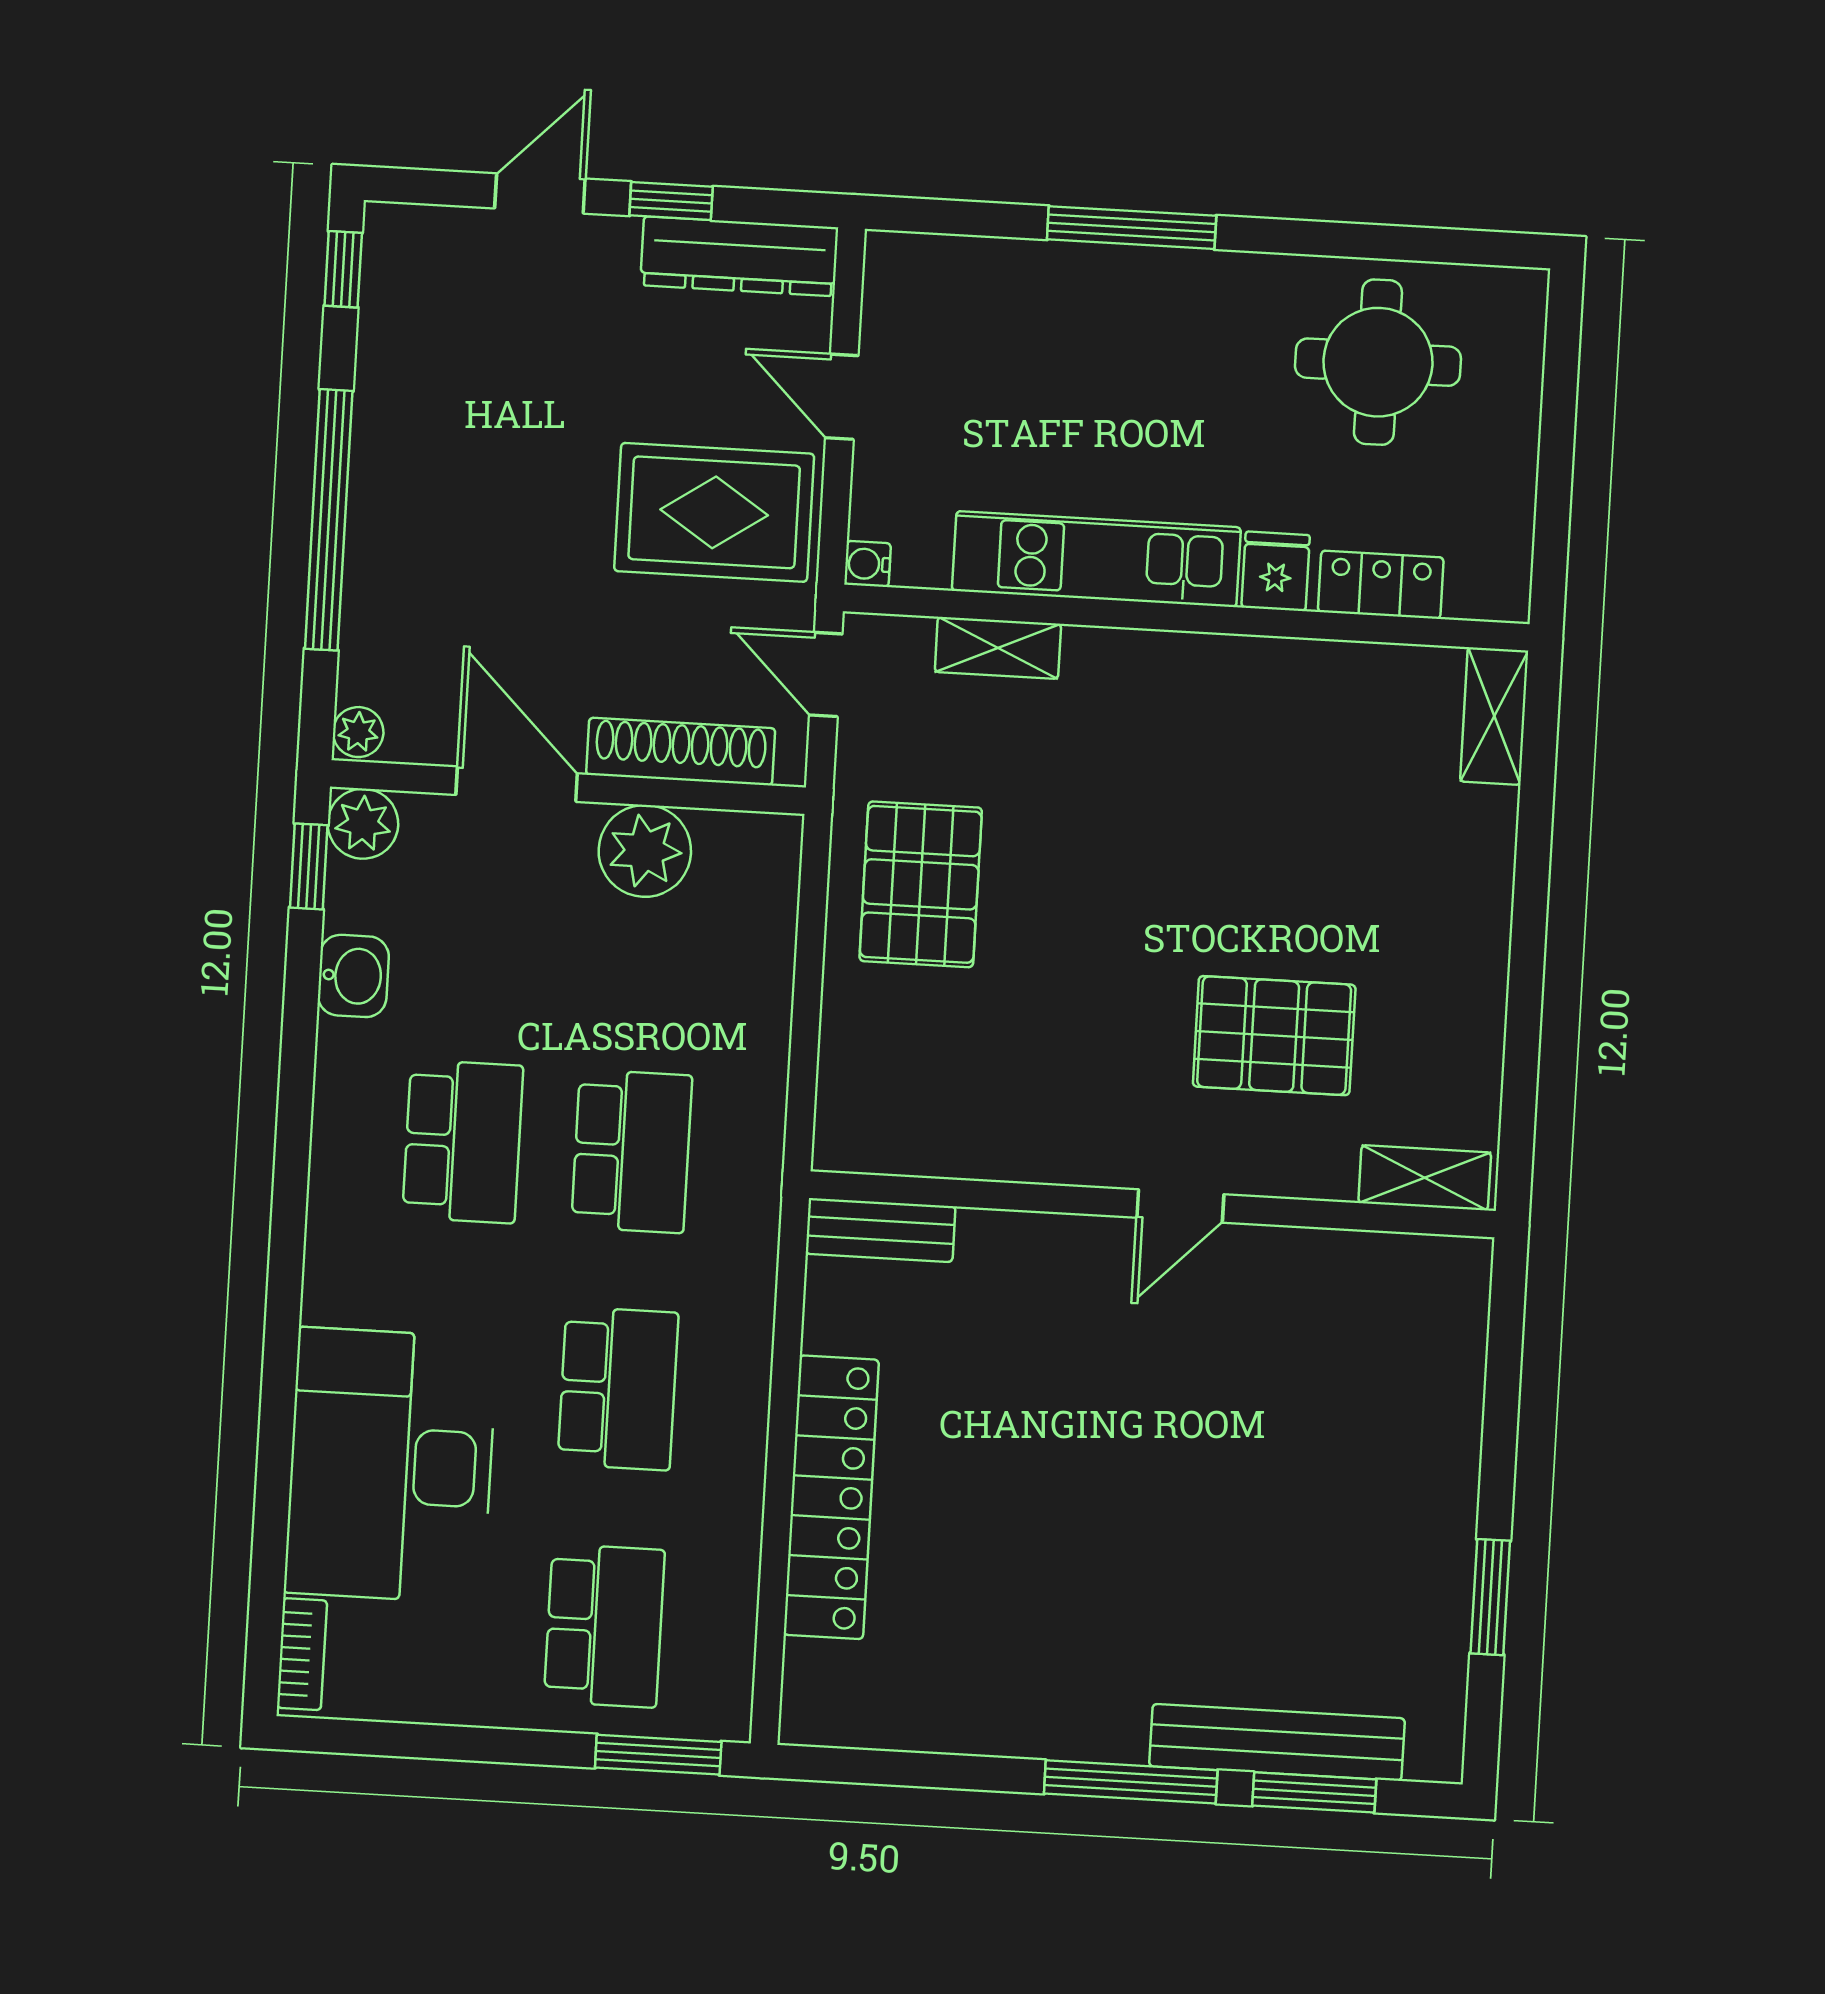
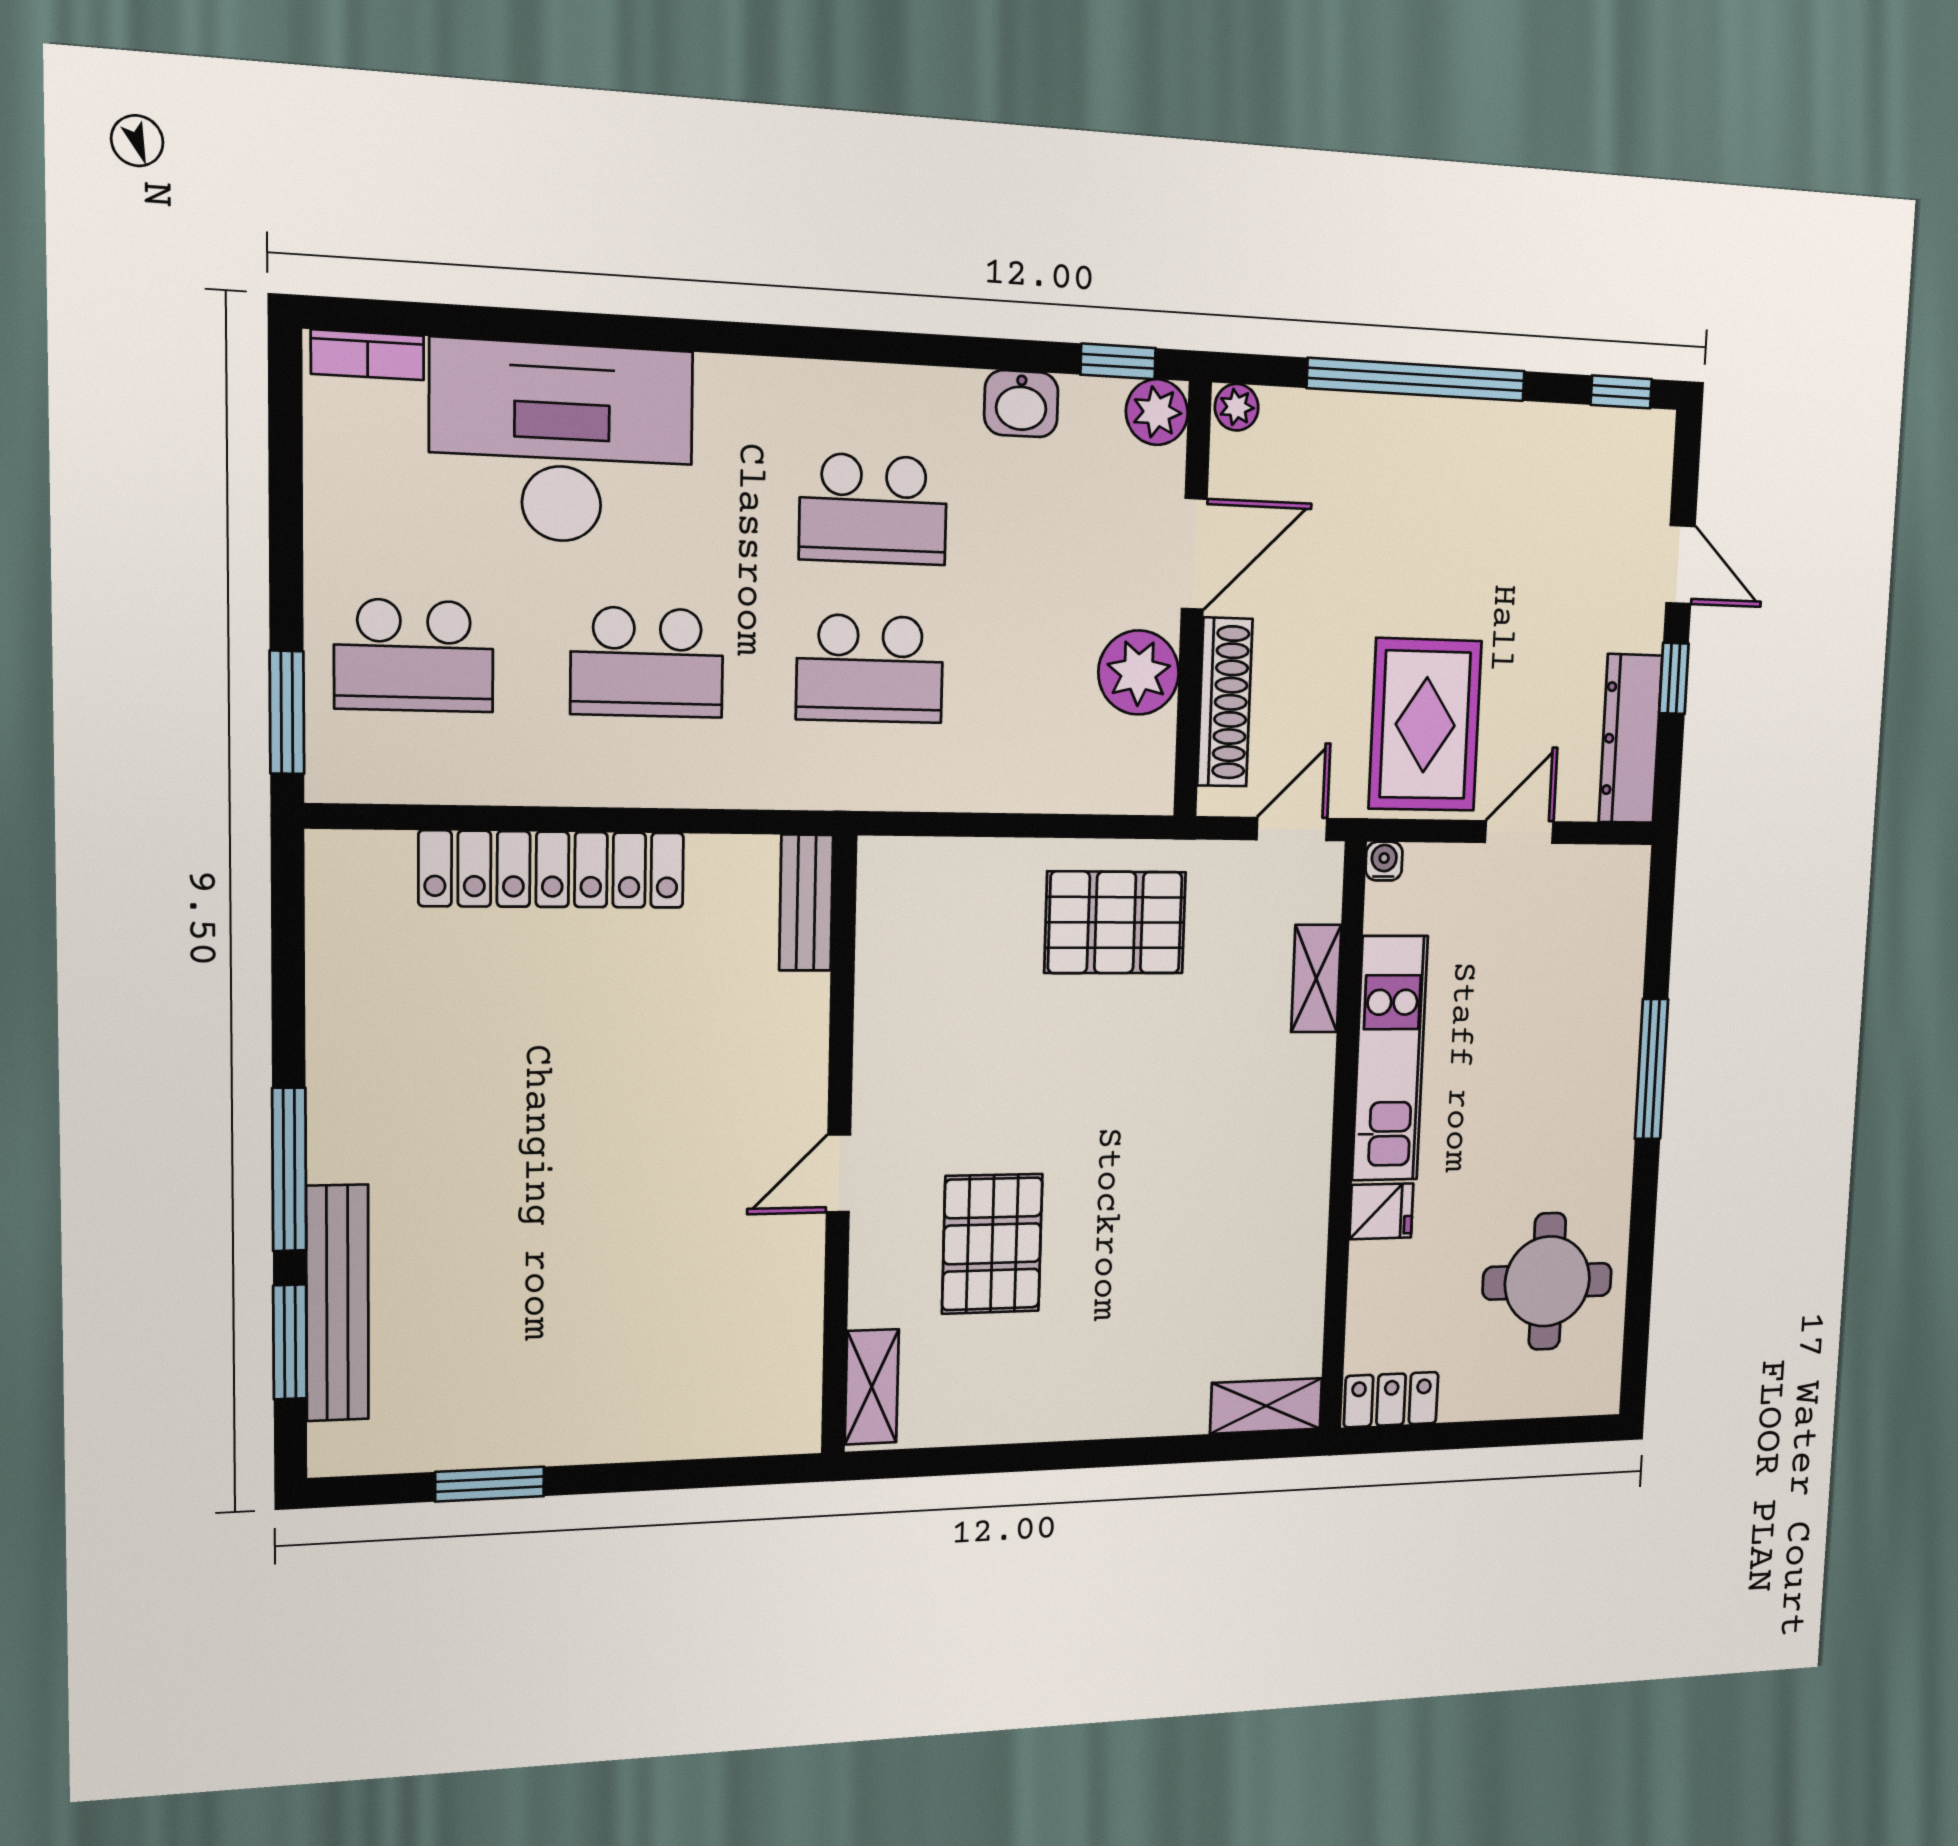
locker: (1381, 585) -> (1391, 1400), moved, turned -90
door: (1180, 1206) -> (838, 1173), hinge flipped

